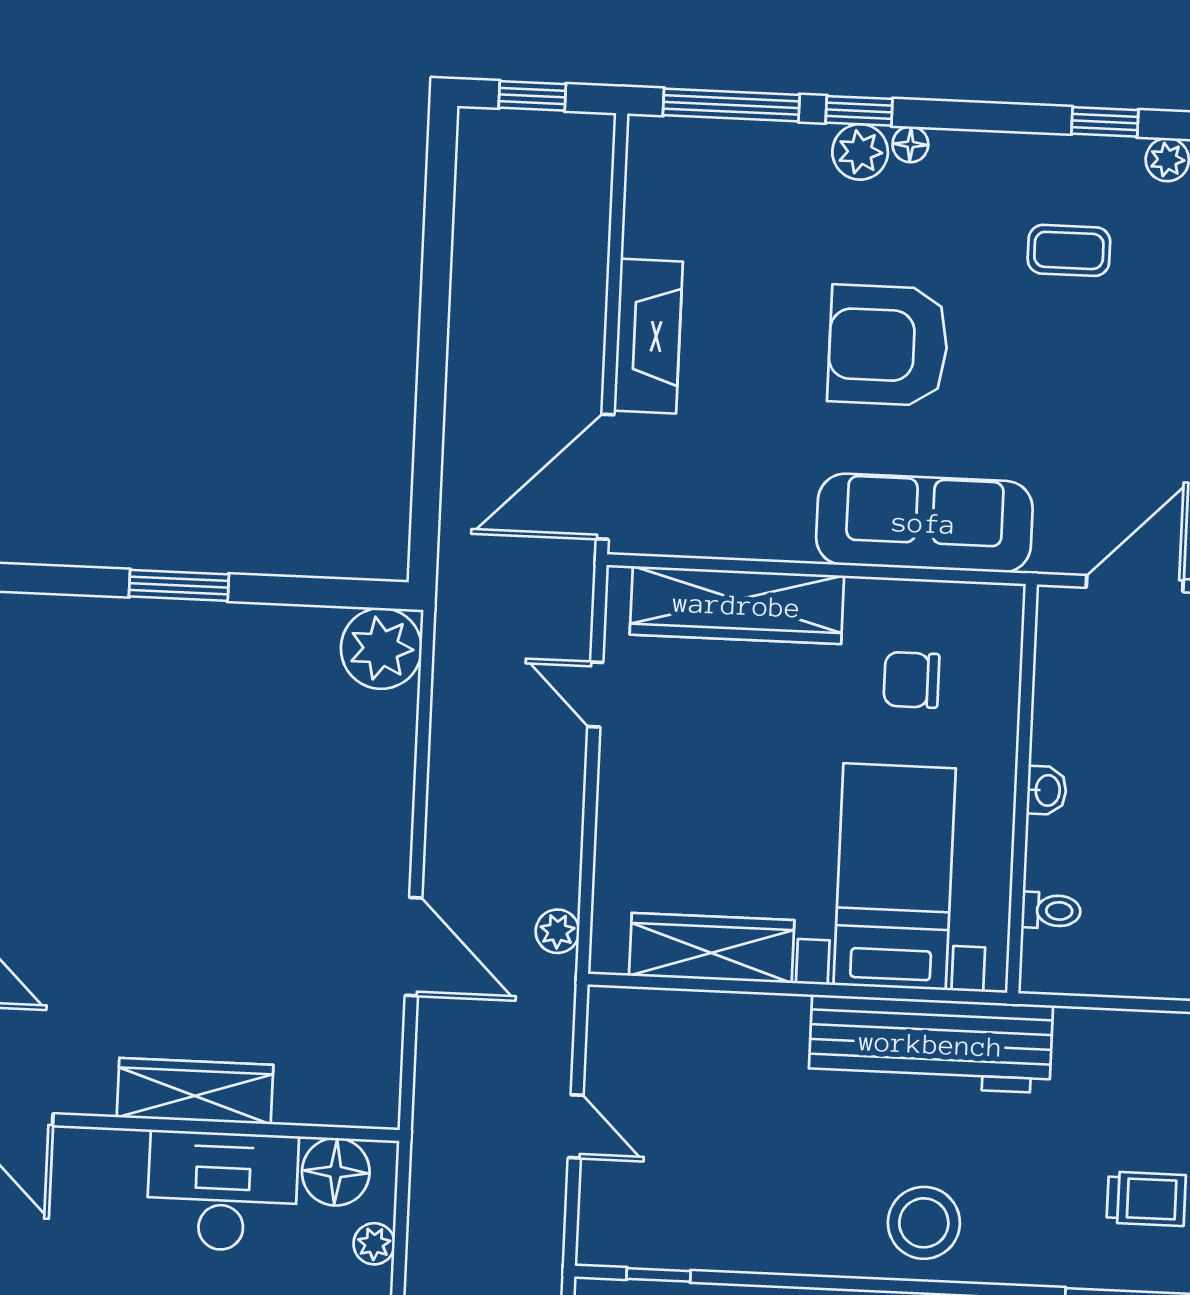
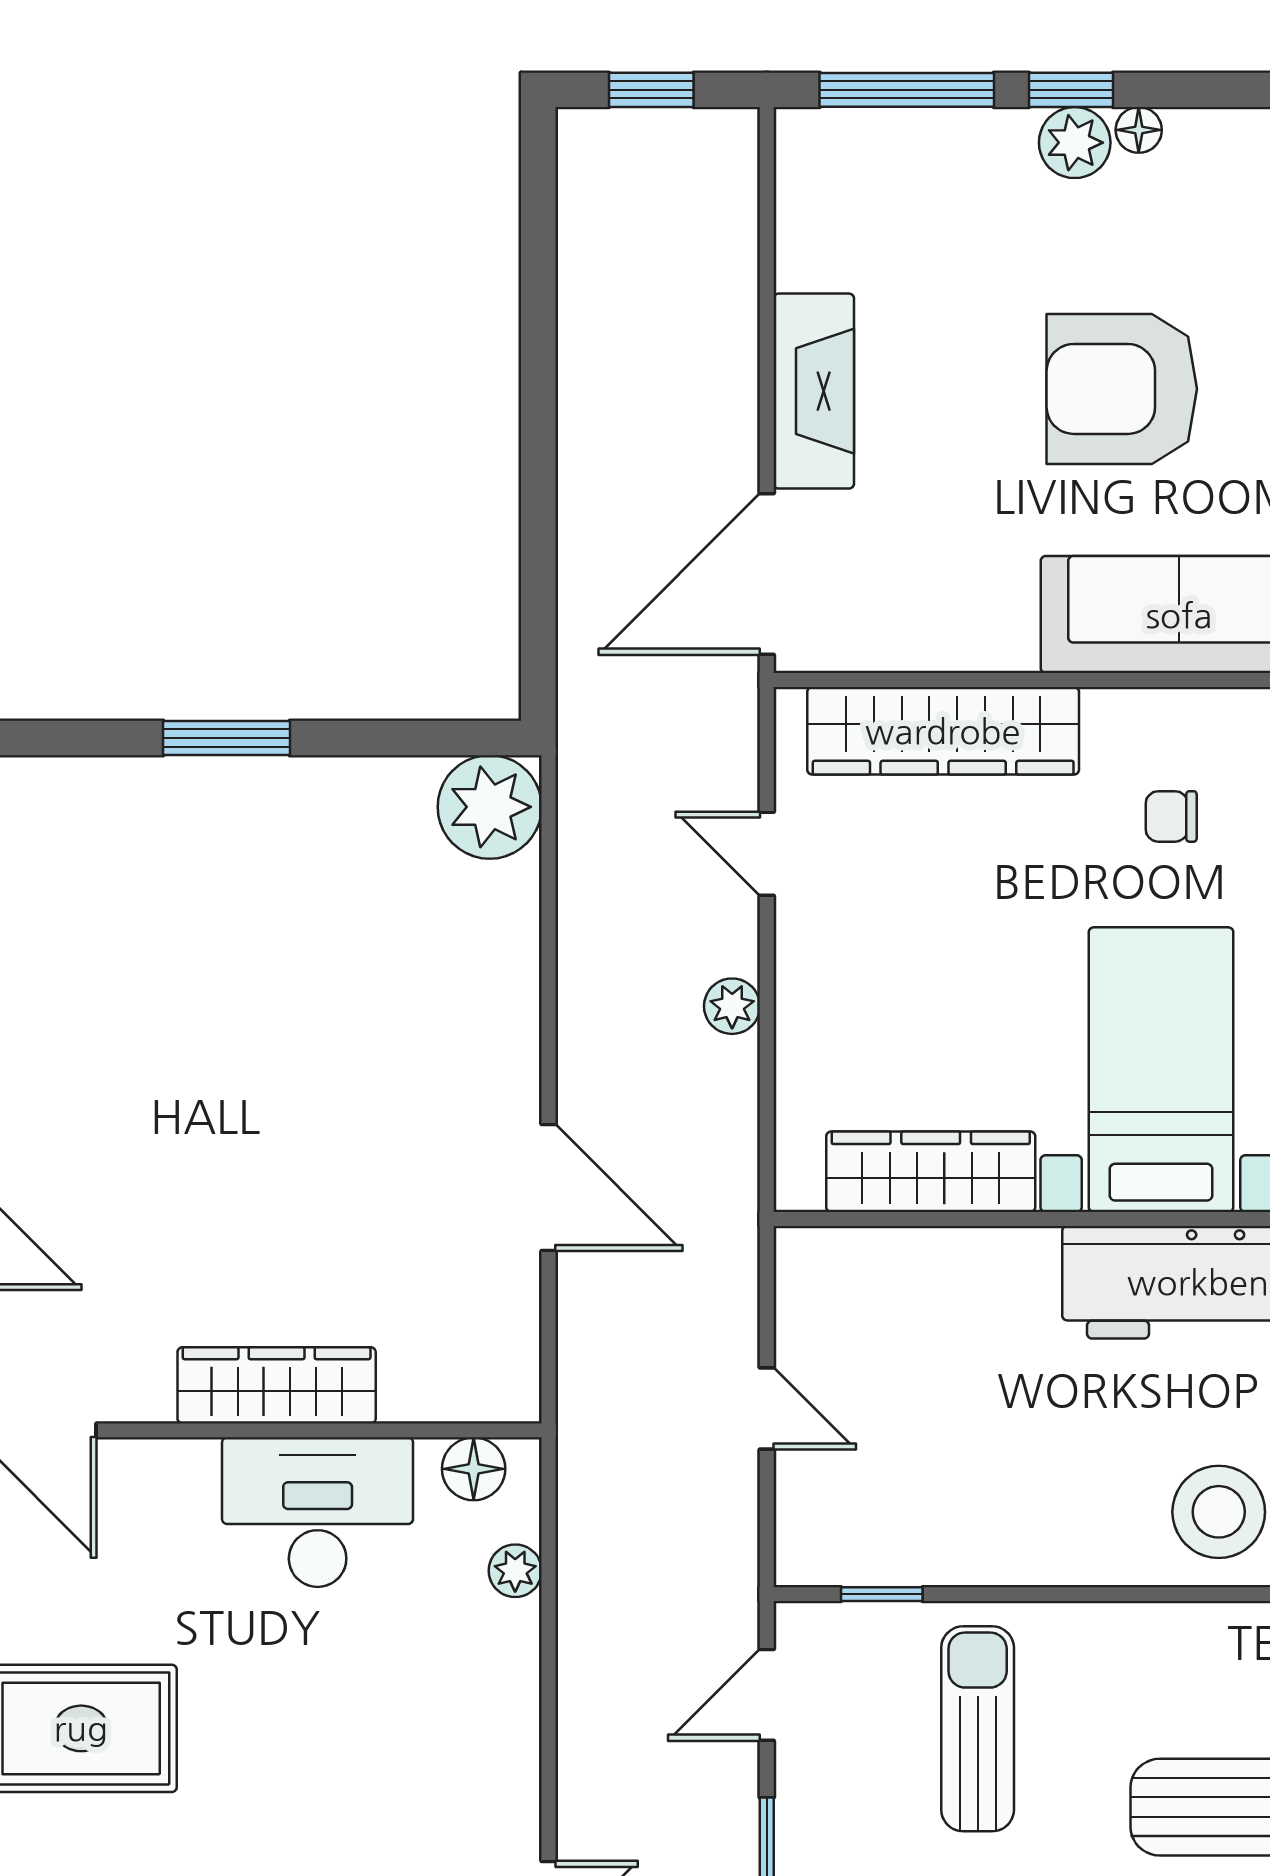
chair: (911, 680) -> (1171, 816), width x0.73, depth x0.73
plant: (557, 931) -> (732, 1006), moved
floor lamp: (336, 1172) -> (474, 1469), width x0.73, depth x0.73

